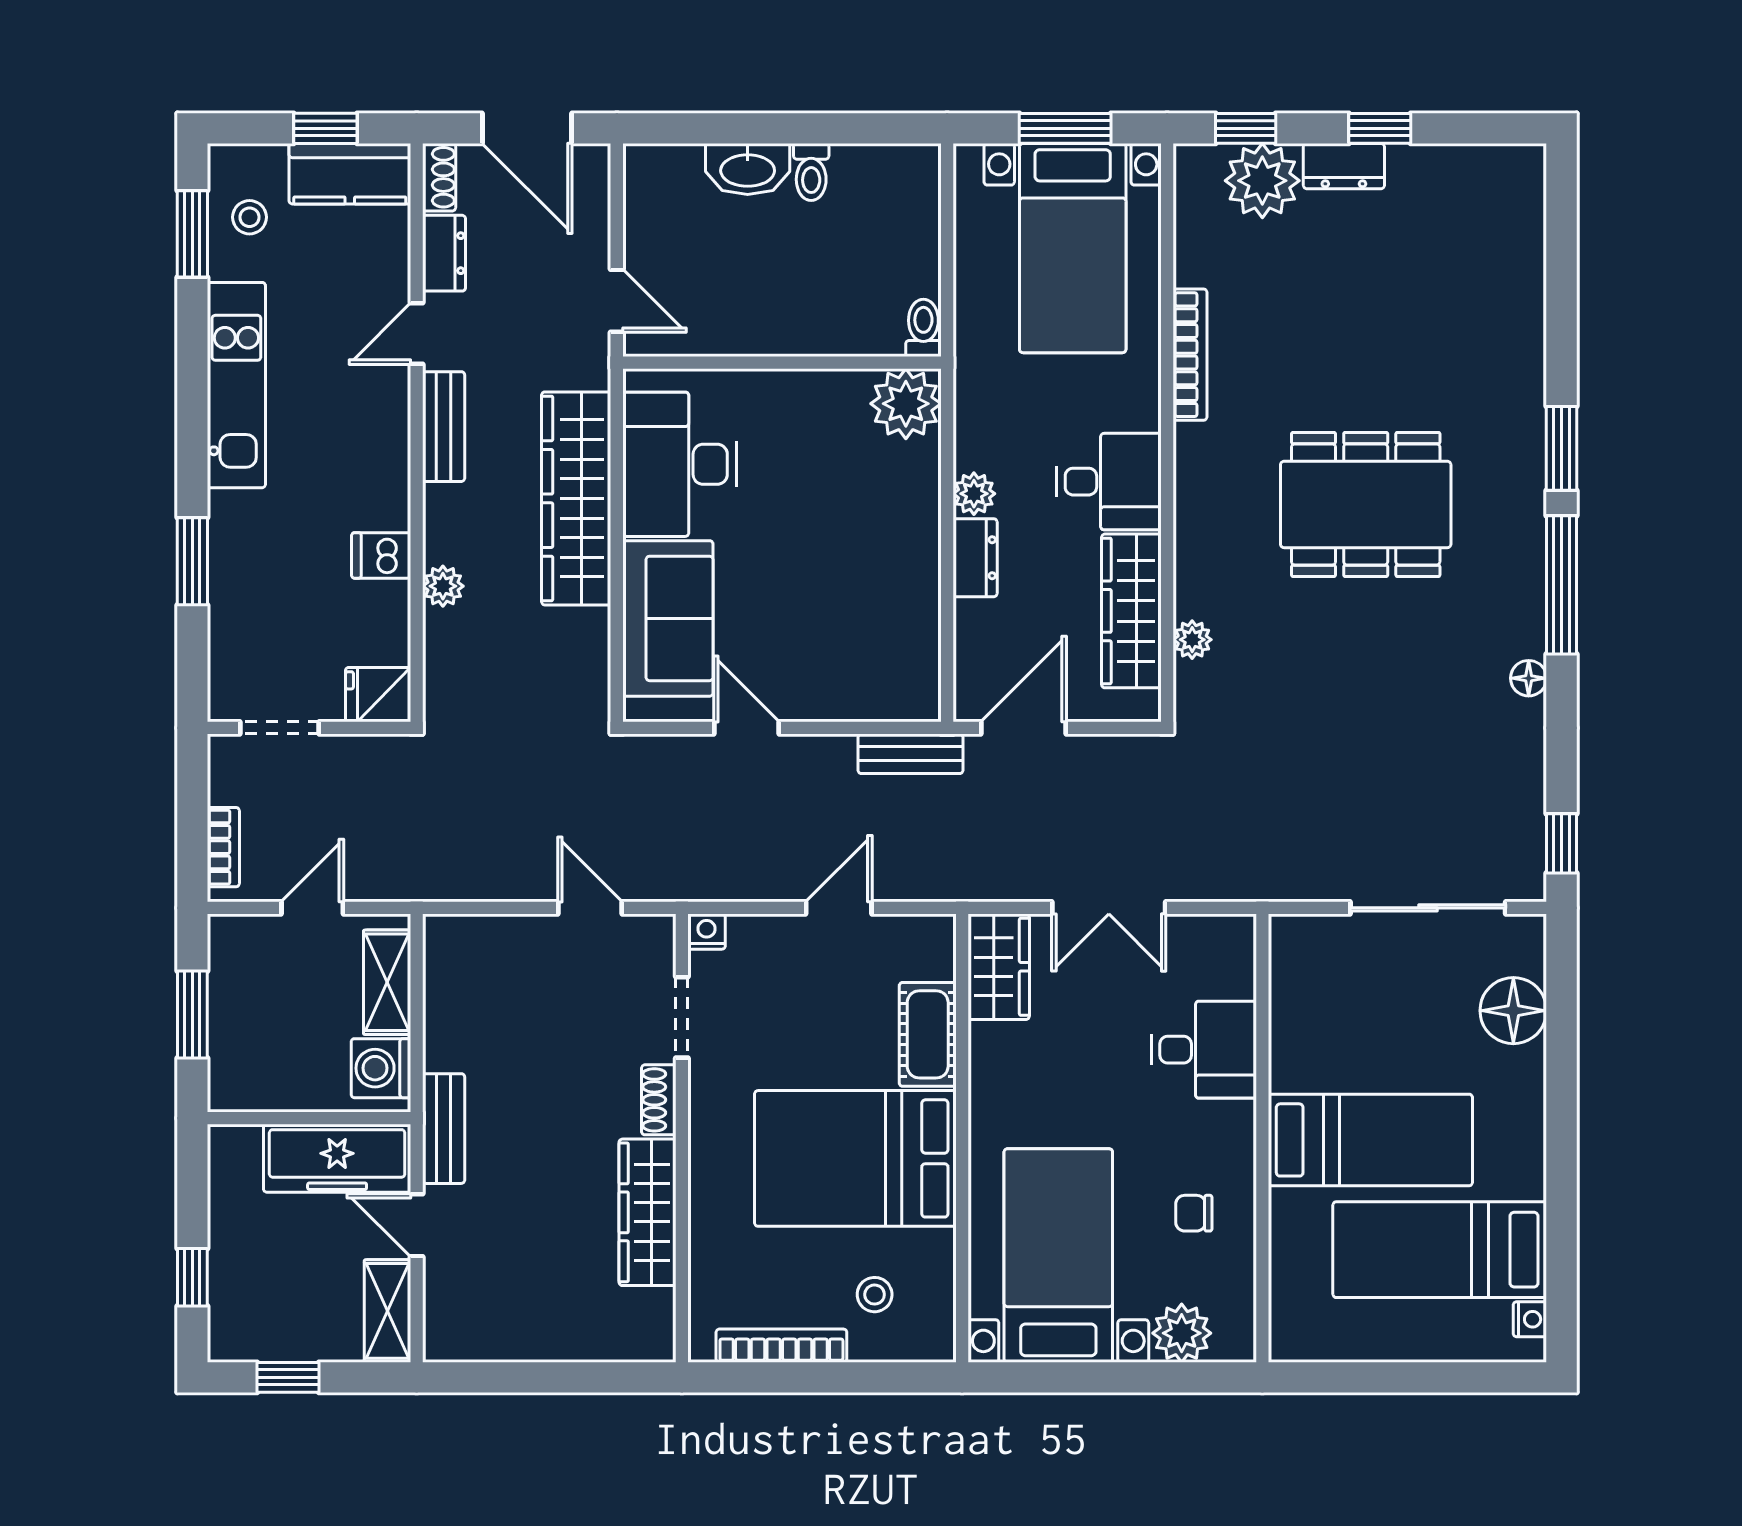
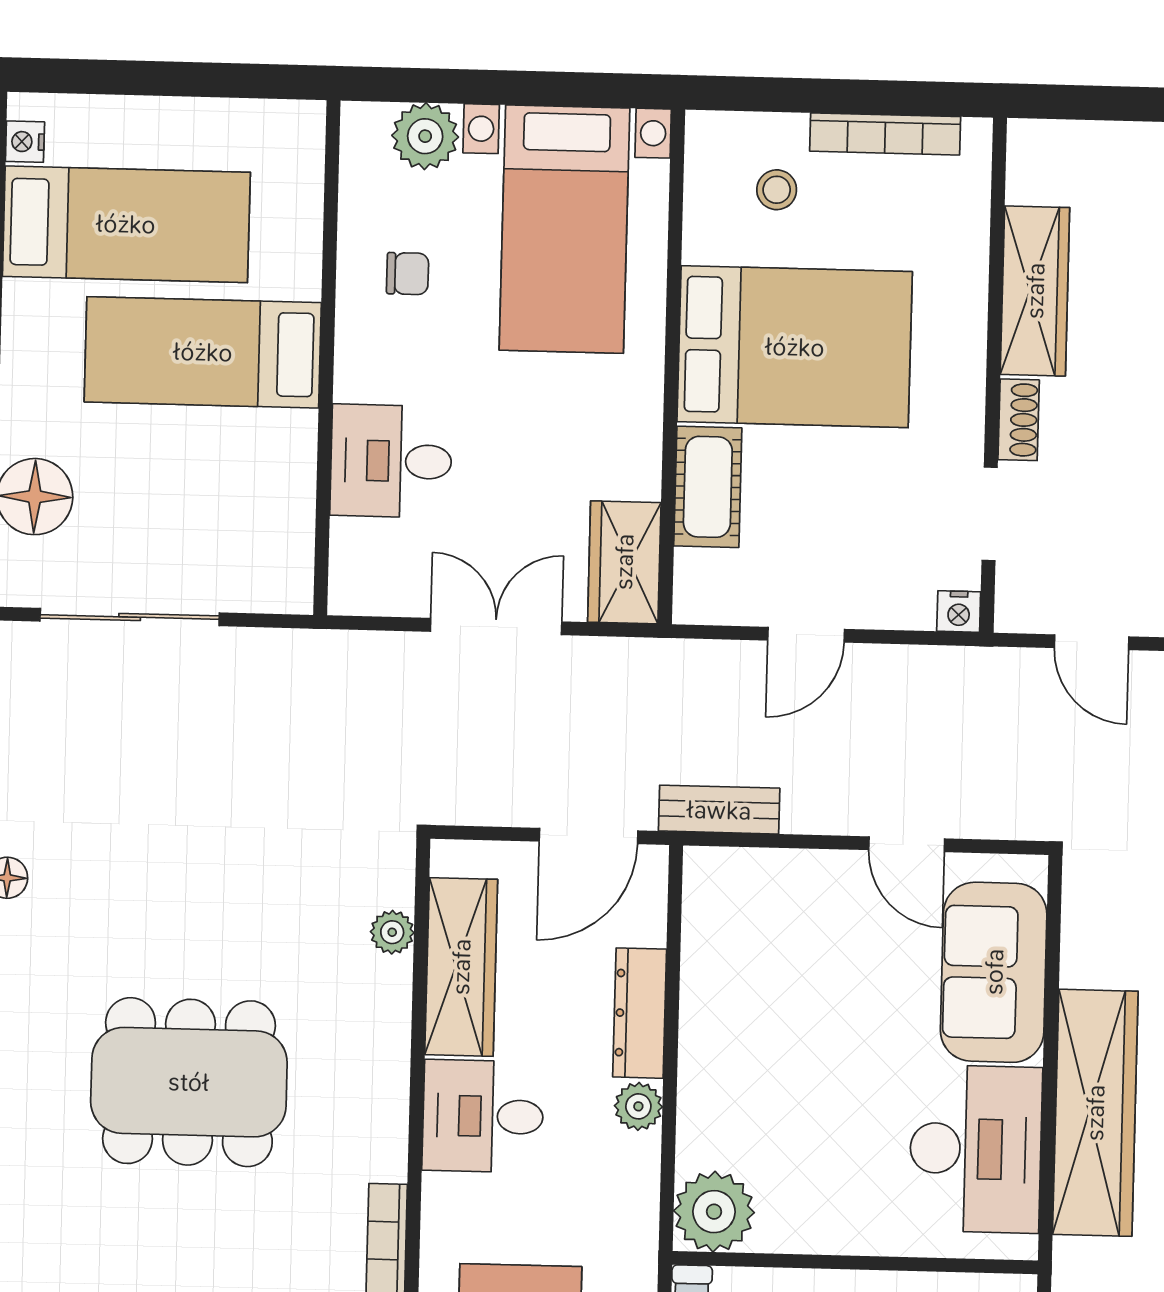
dresser: (975, 558) -> (640, 1013), width x1.44

